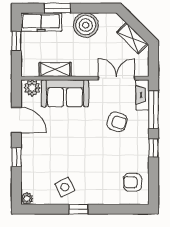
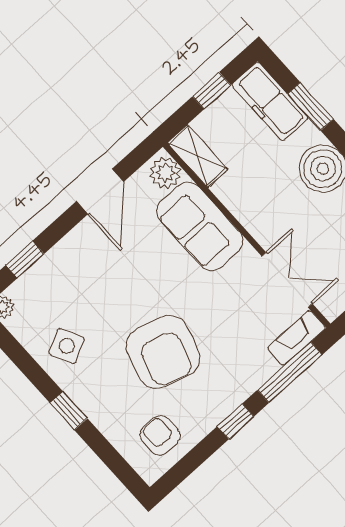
shelving: (55, 70) -> (197, 156), moved
armchair: (117, 122) -> (163, 352), moved, width x1.88, depth x1.88
window: (16, 157) -> (25, 259), moved
window: (78, 209) -> (69, 411), moved

